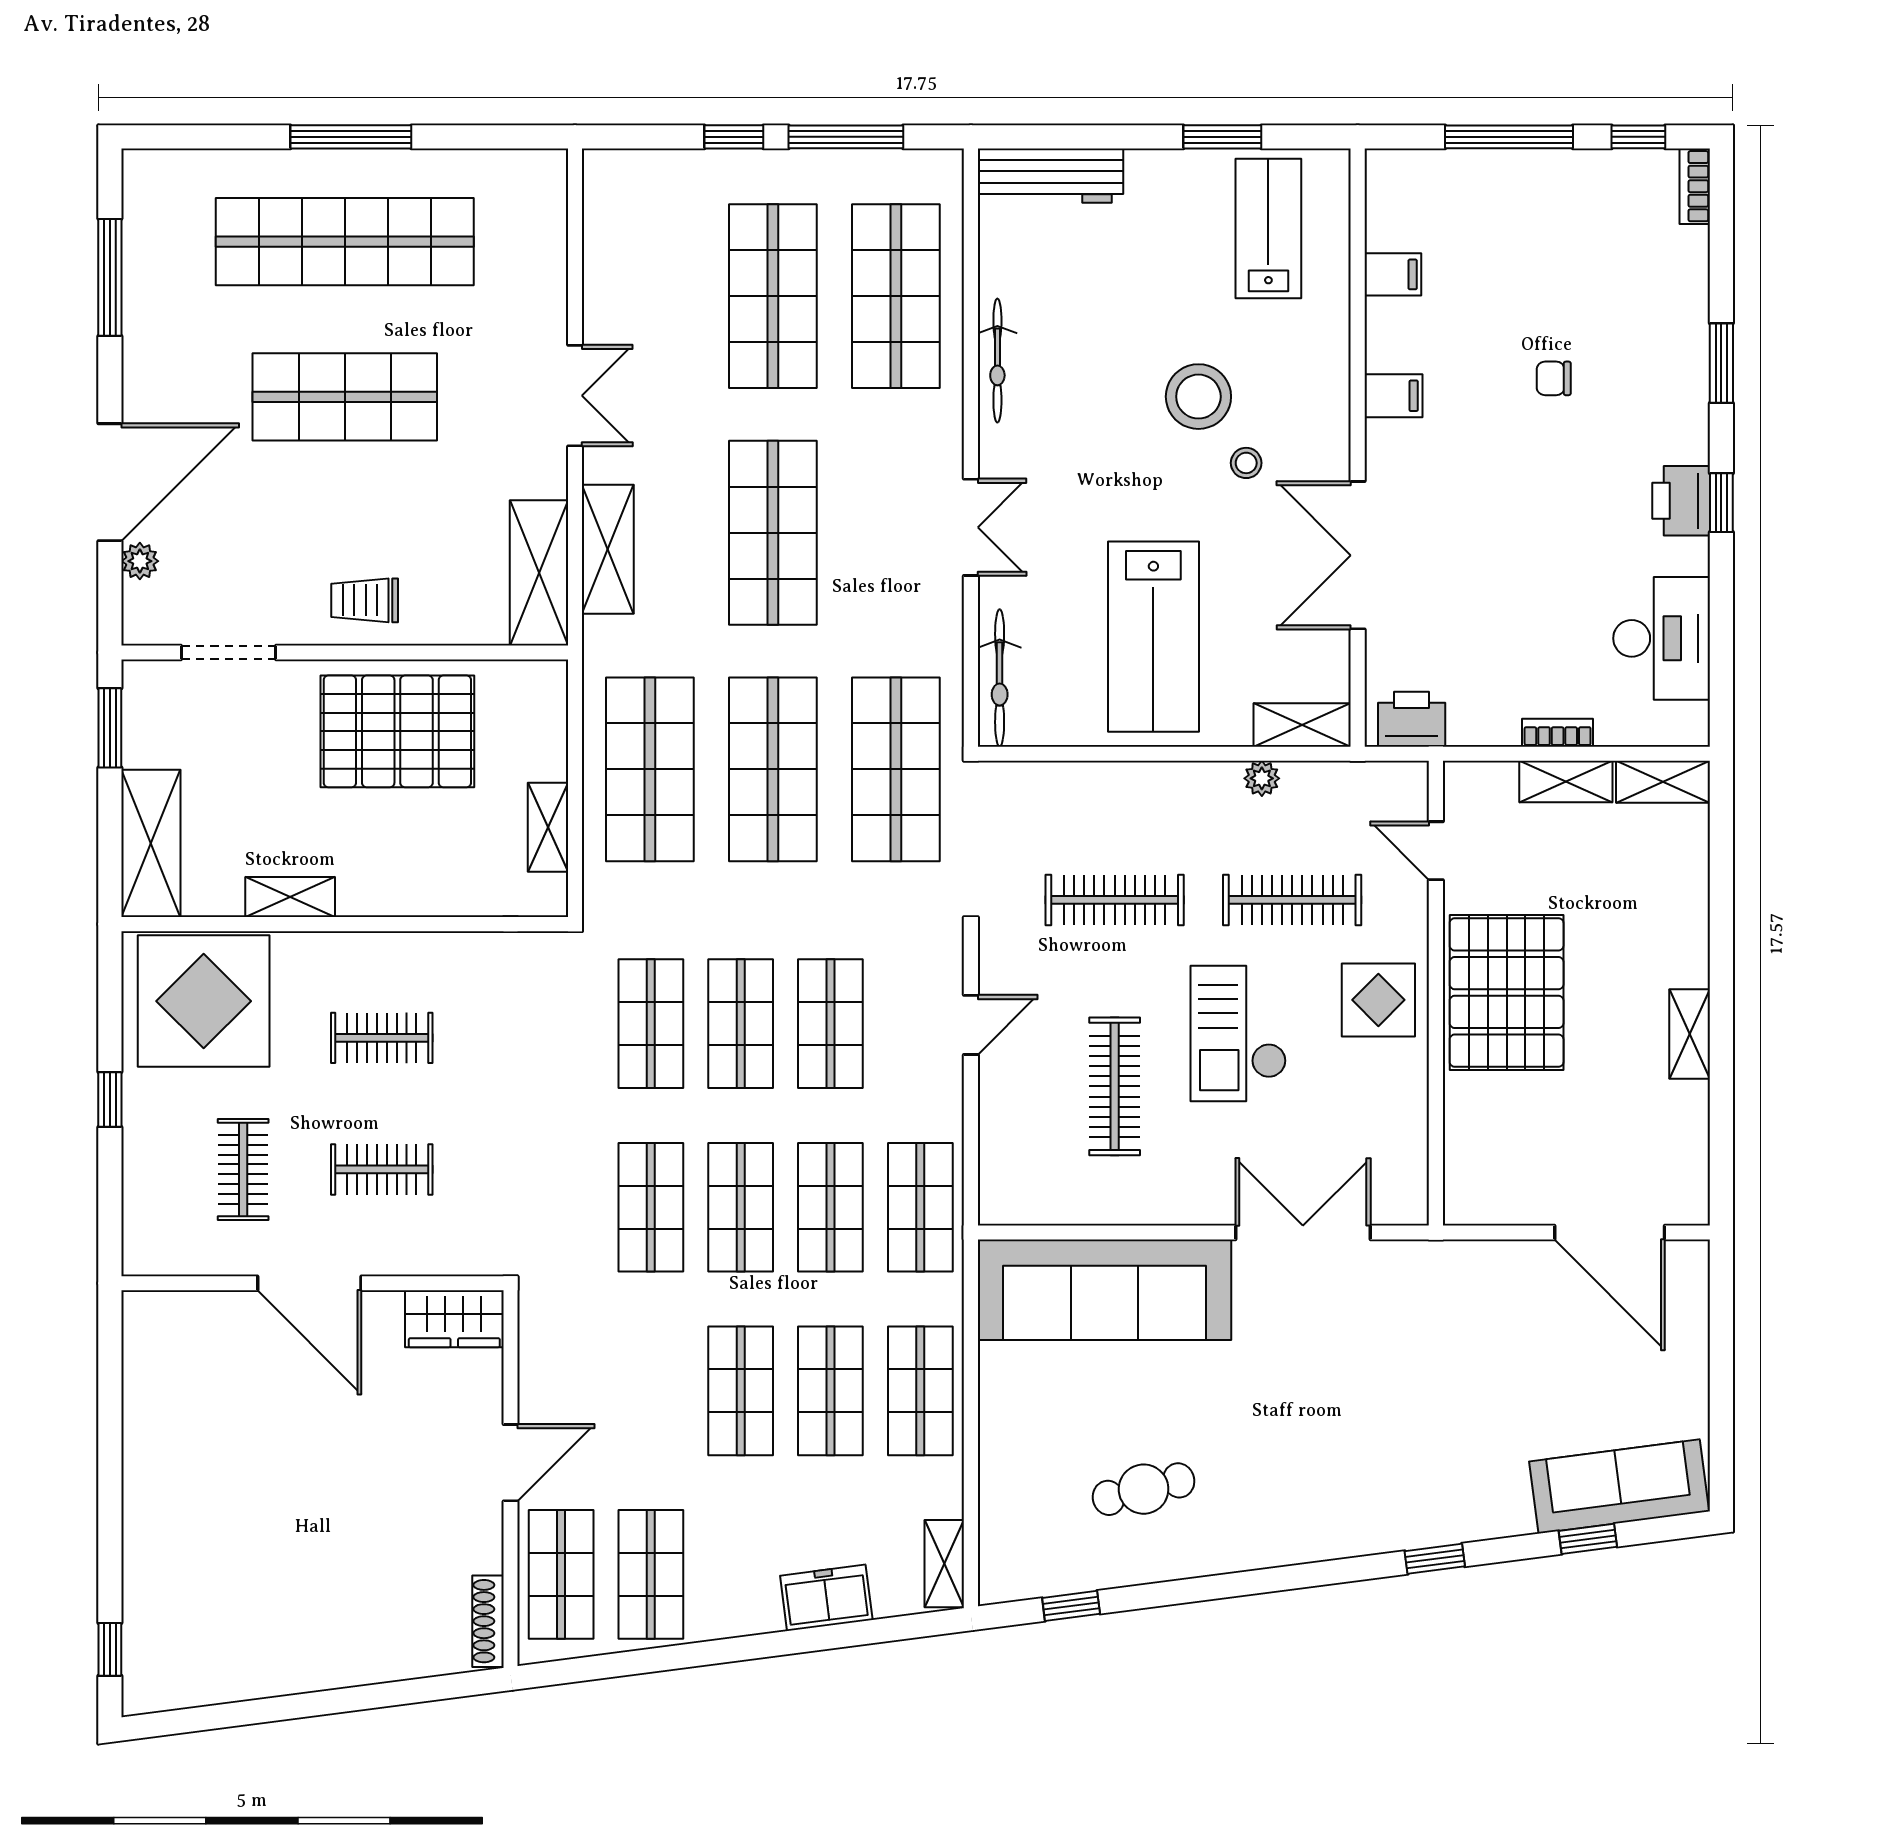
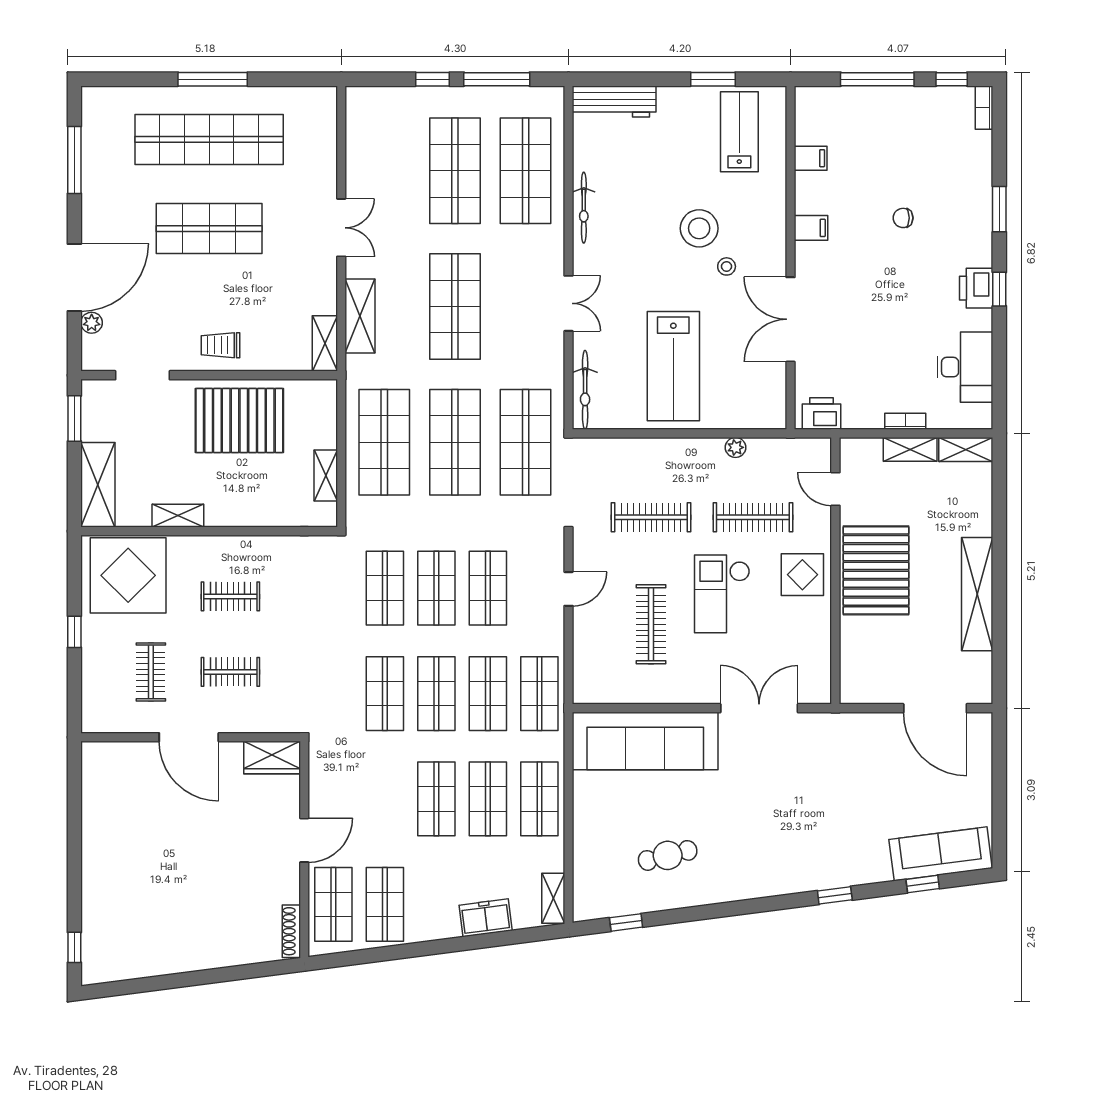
shelving: (539, 573) -> (325, 343), width x0.67, depth x0.75
shelving: (1302, 725) -> (759, 417), removed
shelving: (1690, 1034) -> (977, 594), width x2.20, depth x1.33

